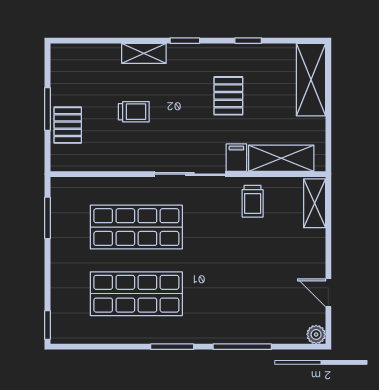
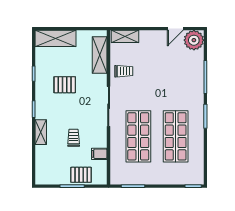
filing cabinet: (236, 158) -> (99, 154), moved
plant: (316, 334) -> (194, 40), width x1.88, depth x1.88

